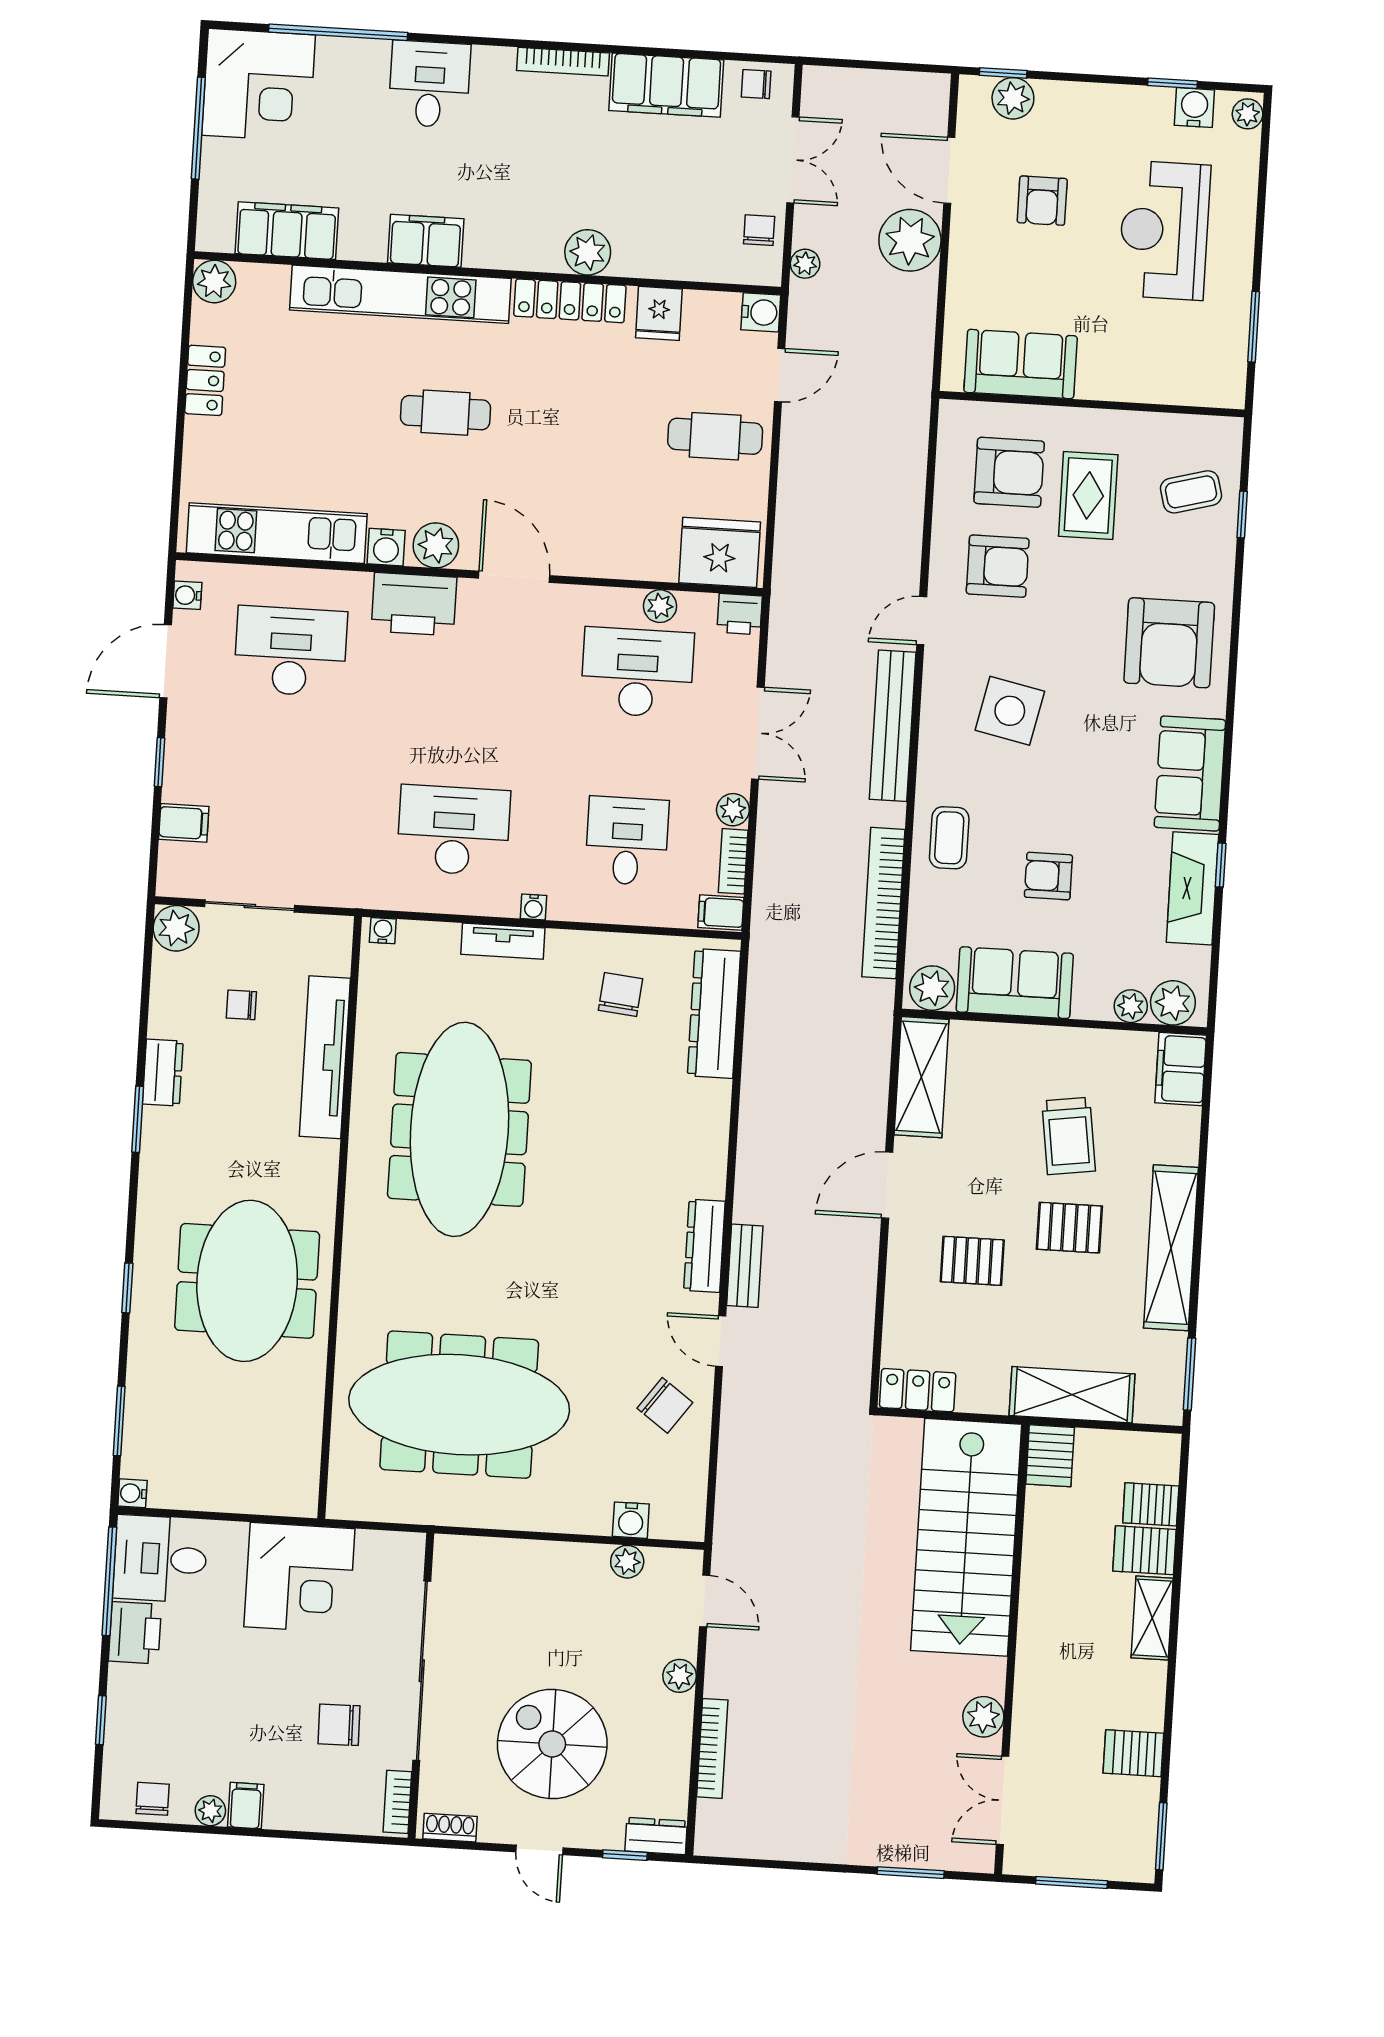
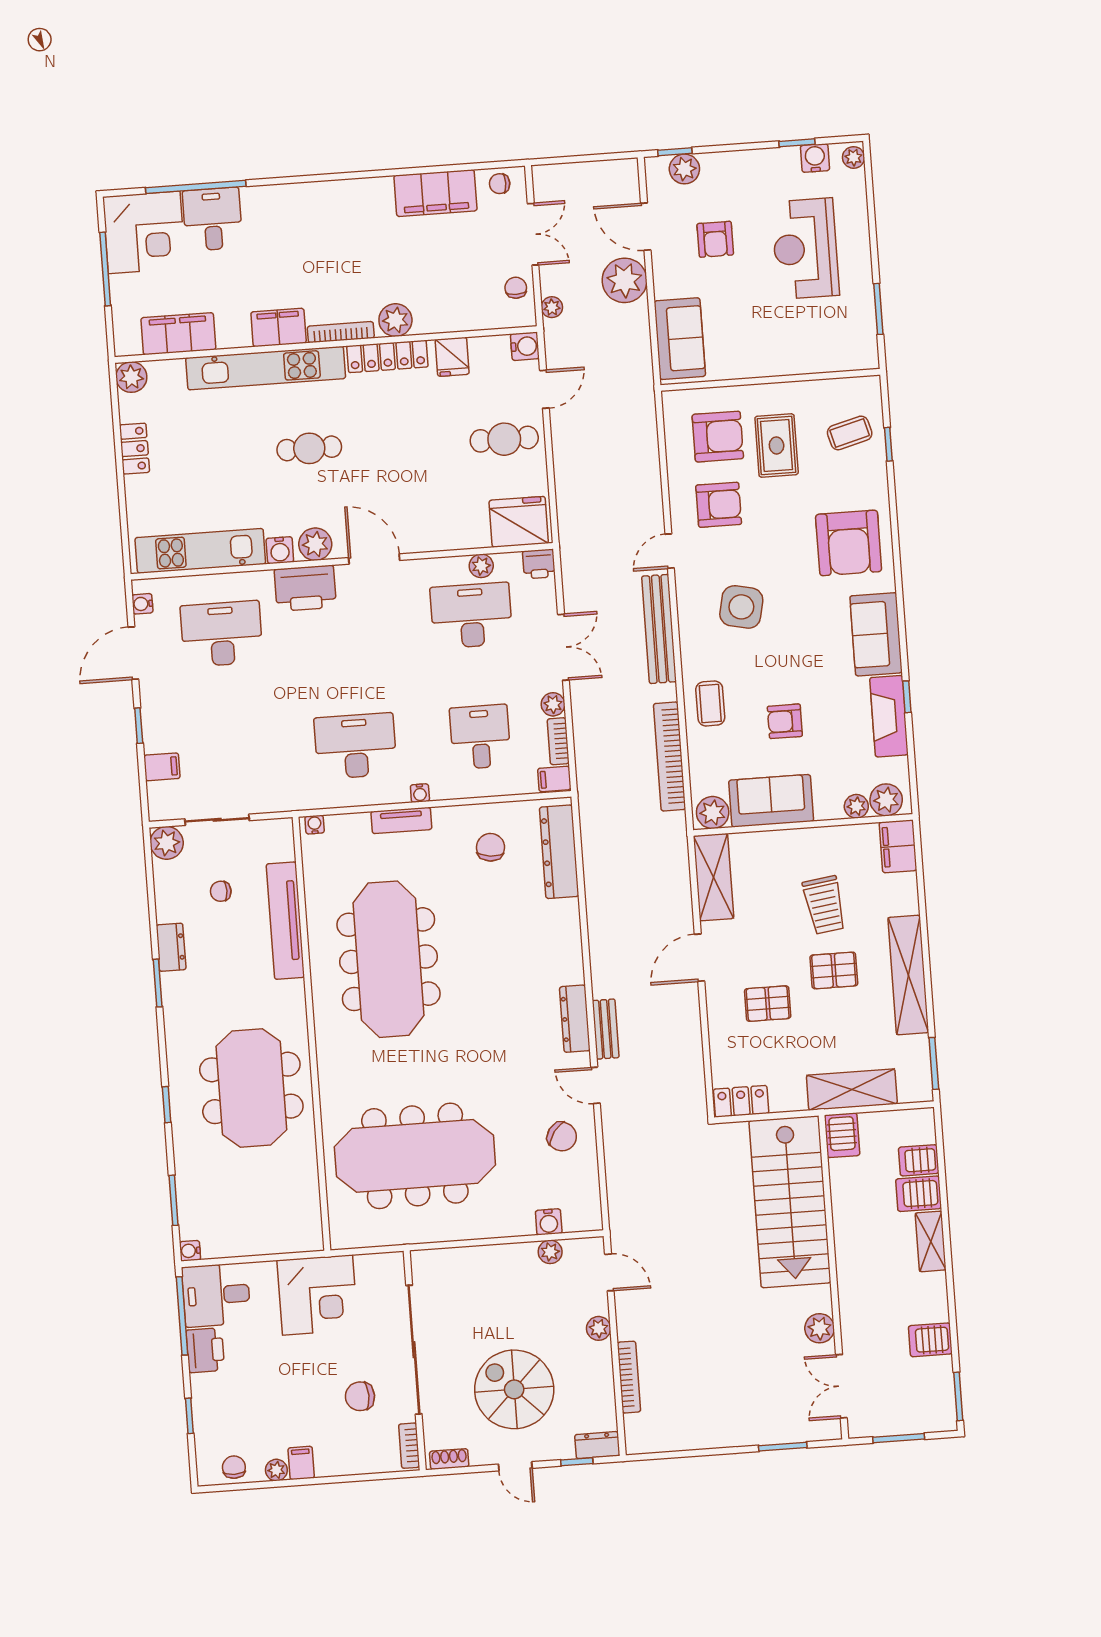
bookcase: (563, 62) -> (341, 332), moved, turned 180
desk: (429, 84) -> (213, 219), moved
sofa: (1021, 364) -> (680, 339), moved, turned 90

